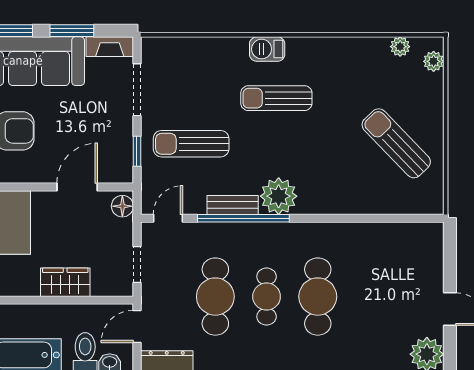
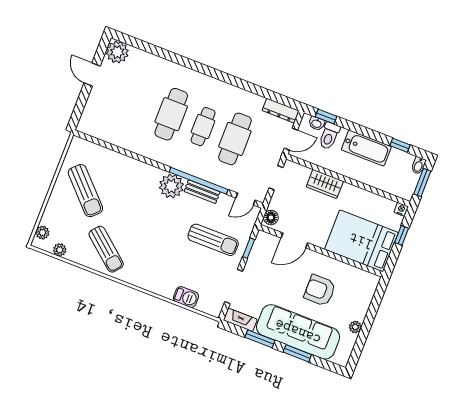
barbecue: (267, 49) -> (186, 297), moved
sun lounger: (276, 98) -> (106, 249), moved, turned 40

